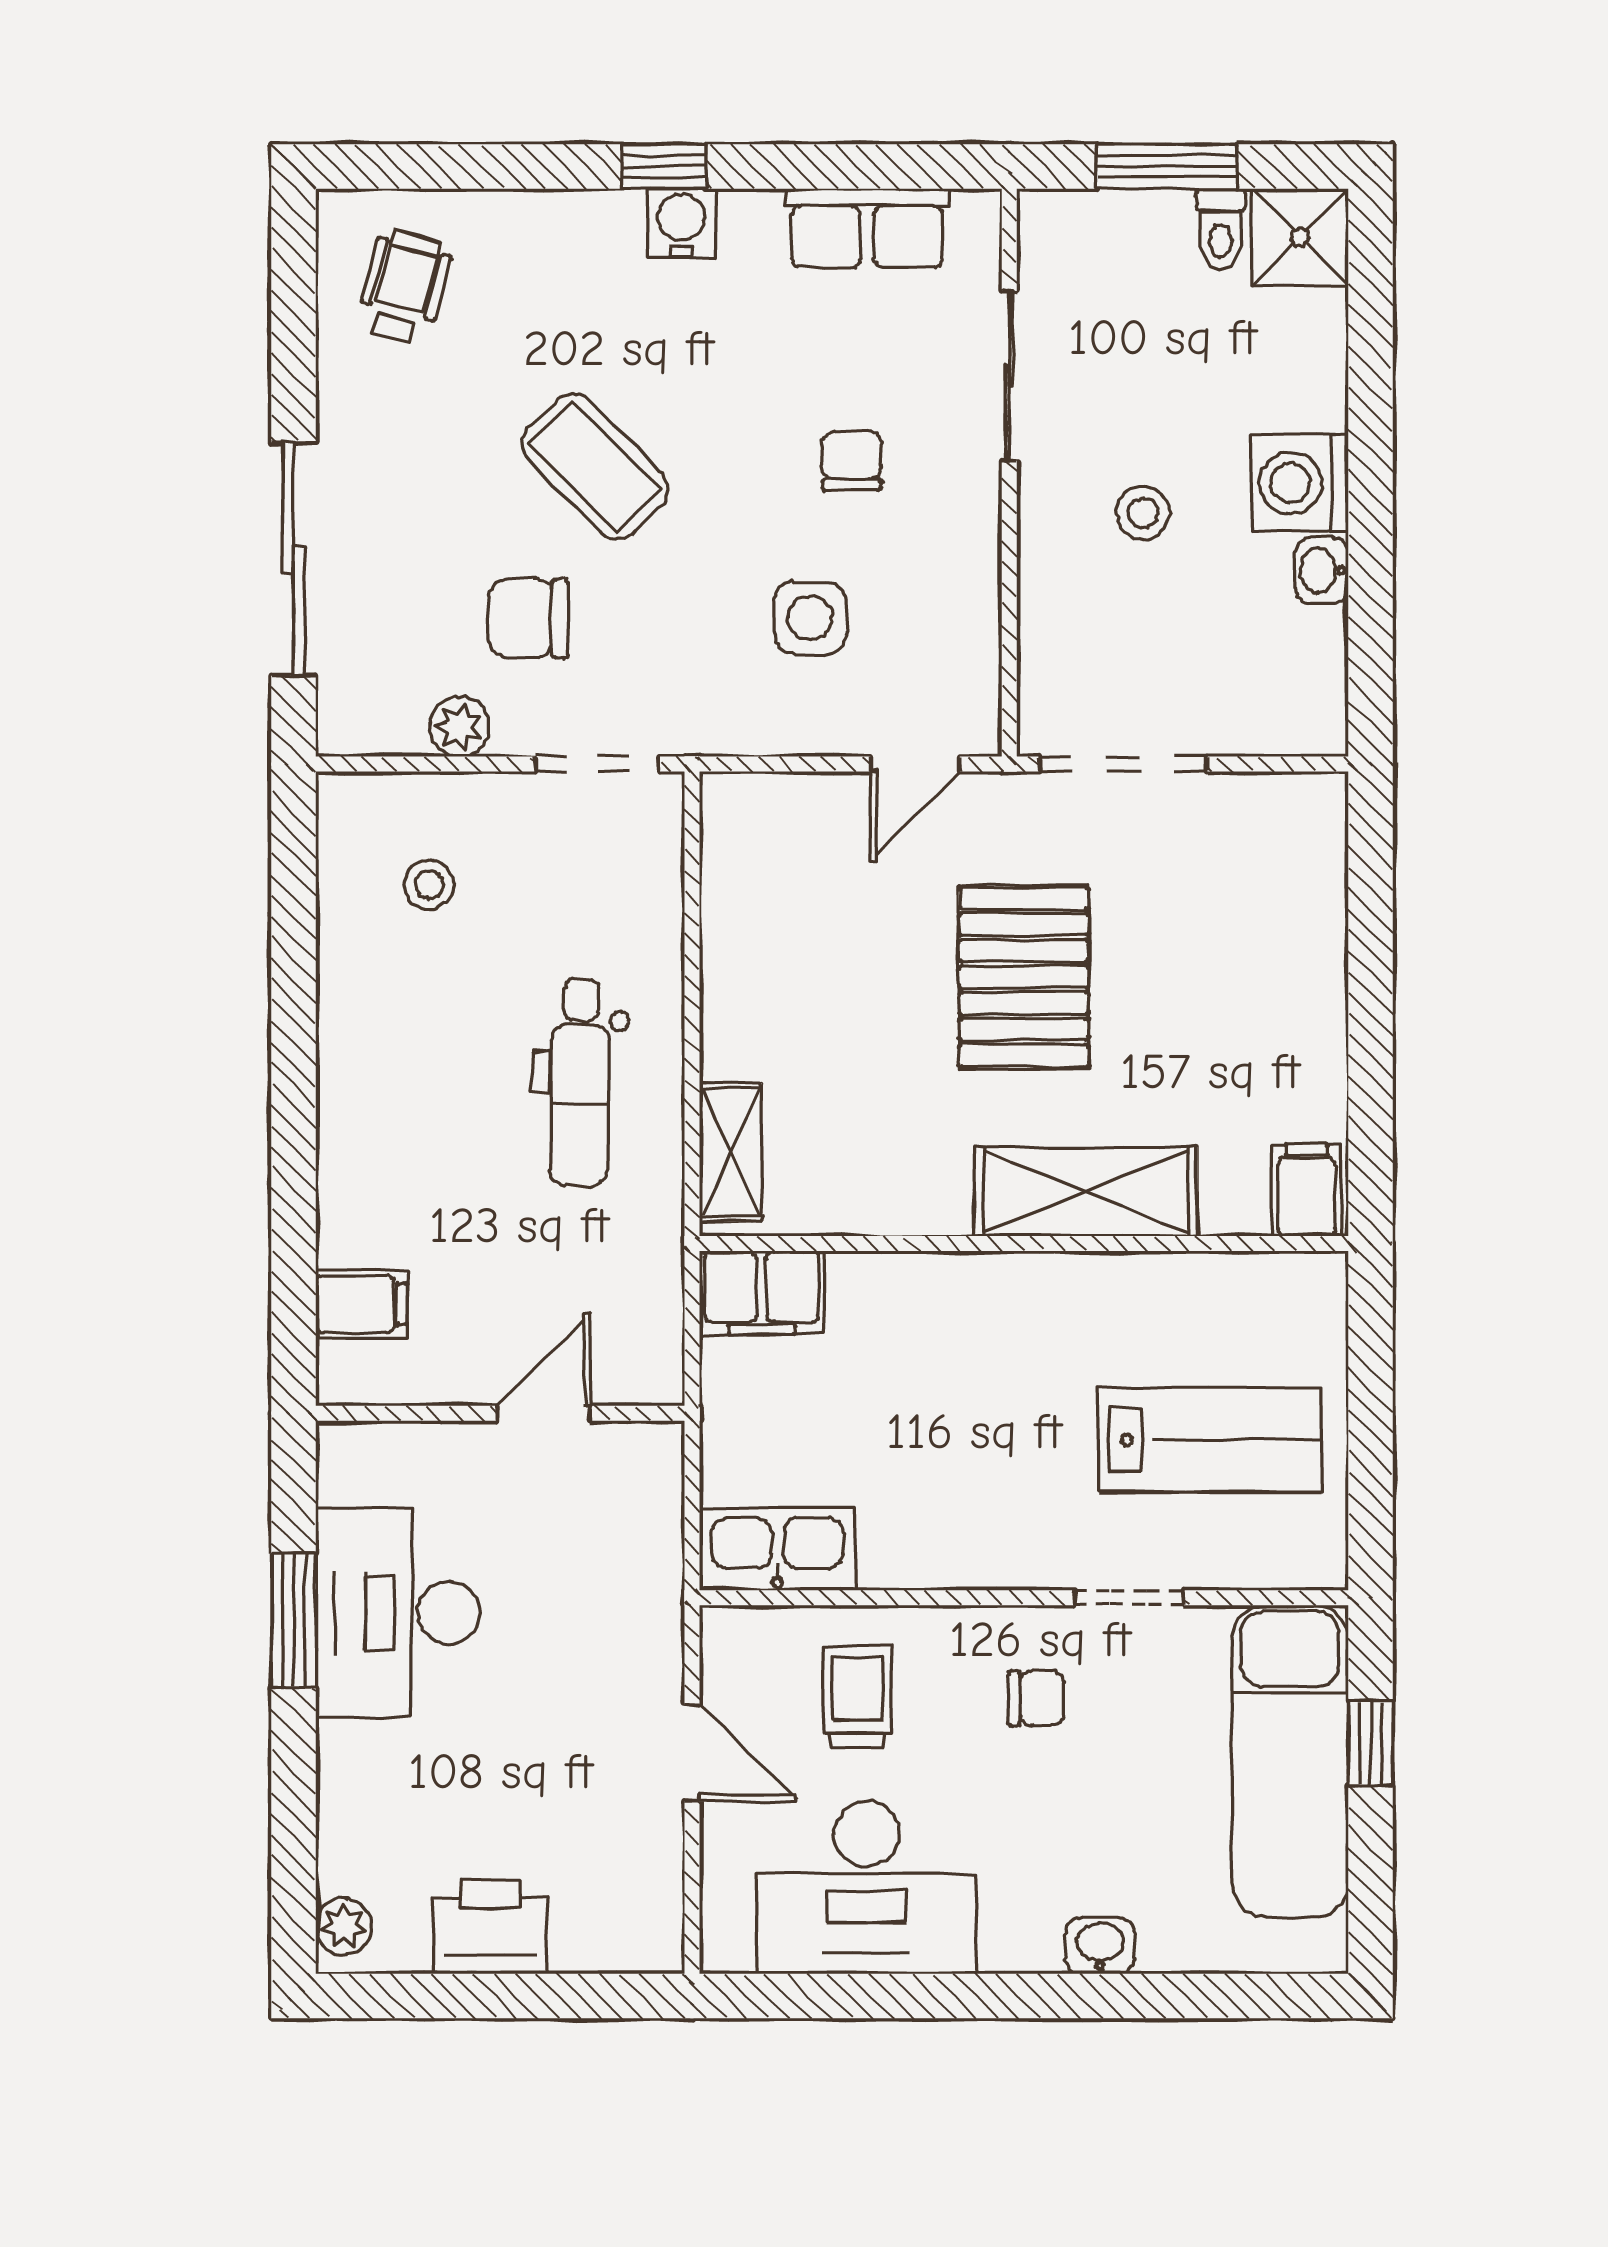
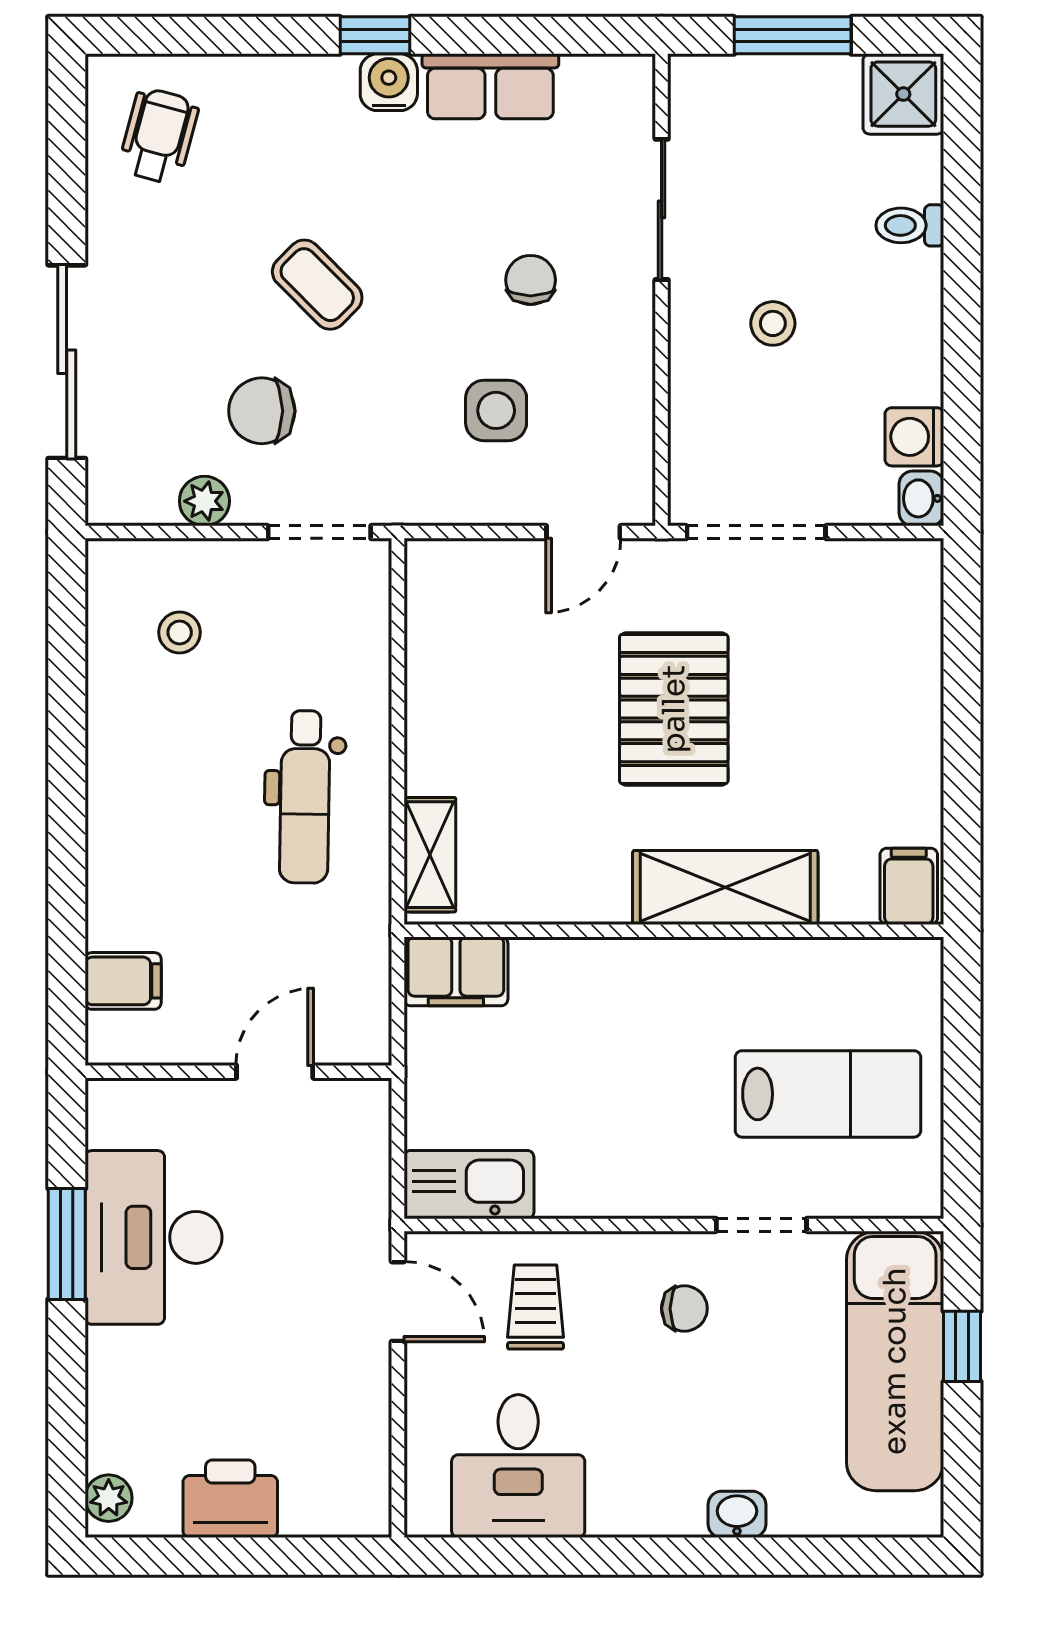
row of seats: (867, 228) -> (490, 86), moved
toilet: (1221, 229) -> (910, 225), moved, turned 90
coffee table: (595, 466) -> (317, 285), width x0.73, depth x0.77
washing machine: (1300, 483) -> (914, 437), moved, width x0.73, depth x0.73
washbasin: (1322, 570) -> (921, 498), moved
door: (692, 1753) -> (398, 1302), moved
desk: (866, 1888) -> (518, 1466), width x0.73

